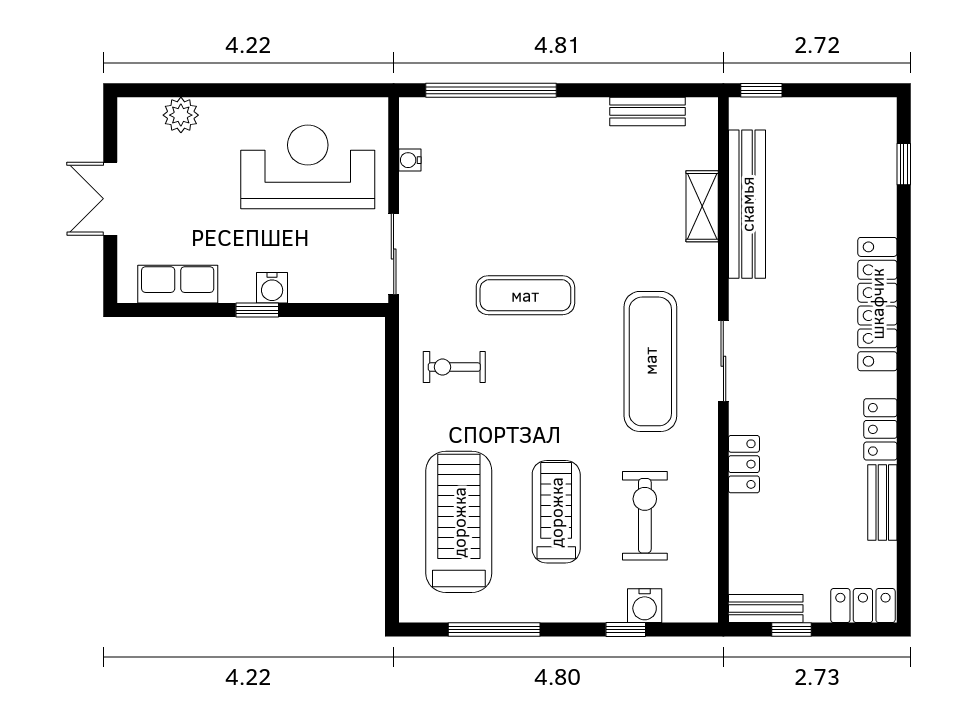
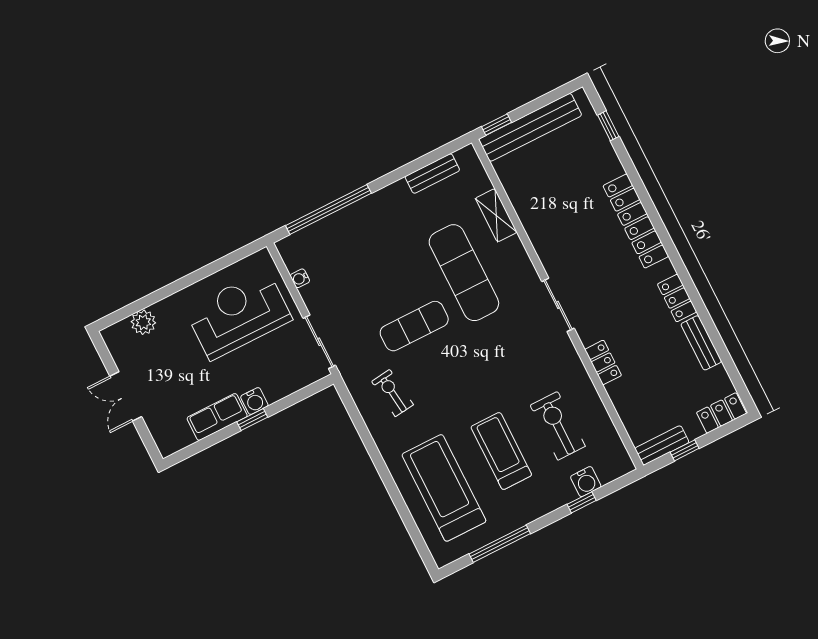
bench: (747, 204) -> (530, 127), moved, turned 90
row of seats: (178, 284) -> (217, 417), moved
exercise mat: (650, 361) -> (464, 273), moved
exercise bike: (454, 367) -> (392, 393), turned 83

